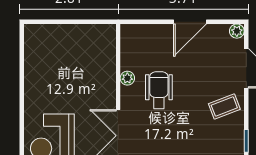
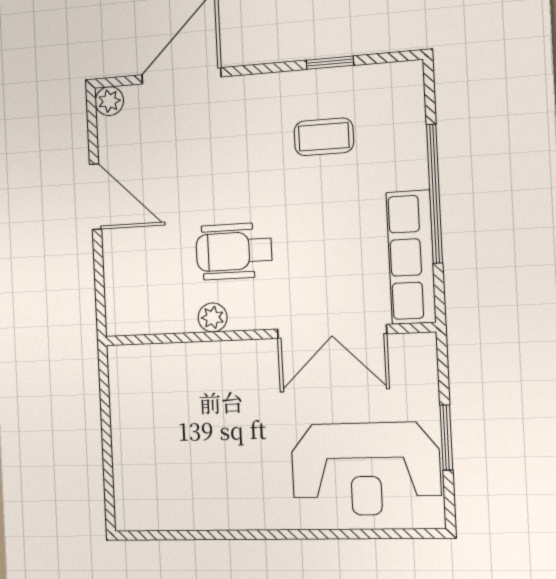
coffee table: (224, 107) -> (324, 137), moved, turned -69

